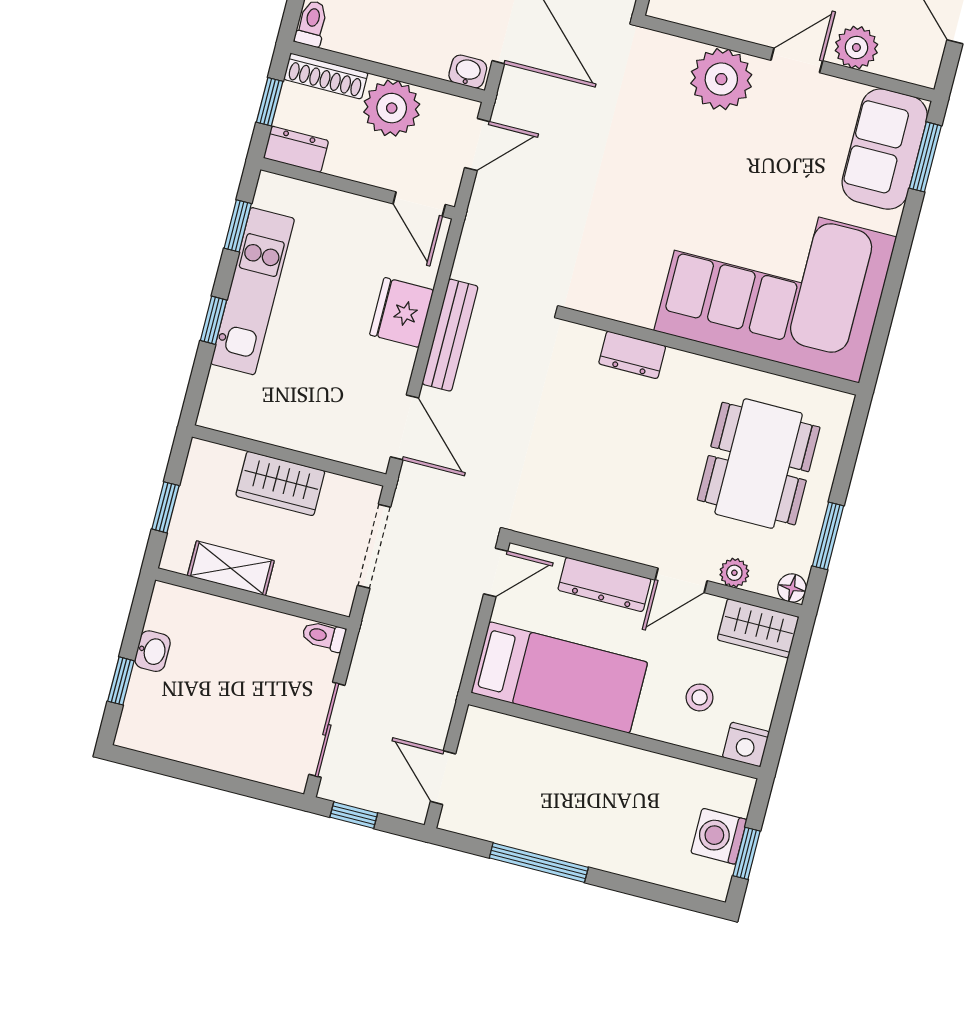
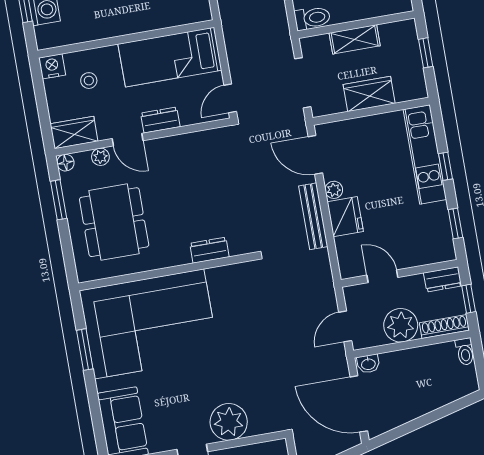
window: (925, 157) -> (85, 350), moved
door: (419, 204) -> (382, 276), moved
kitchen unit: (253, 291) -> (425, 154), moved
plant: (401, 361) -> (334, 190), added
shelving: (231, 568) -> (355, 39), moved
door: (681, 580) -> (128, 140), swing flipped
dresser: (604, 584) -> (160, 120), width x0.70
toilet: (324, 636) -> (312, 18), width x1.37, depth x1.39

